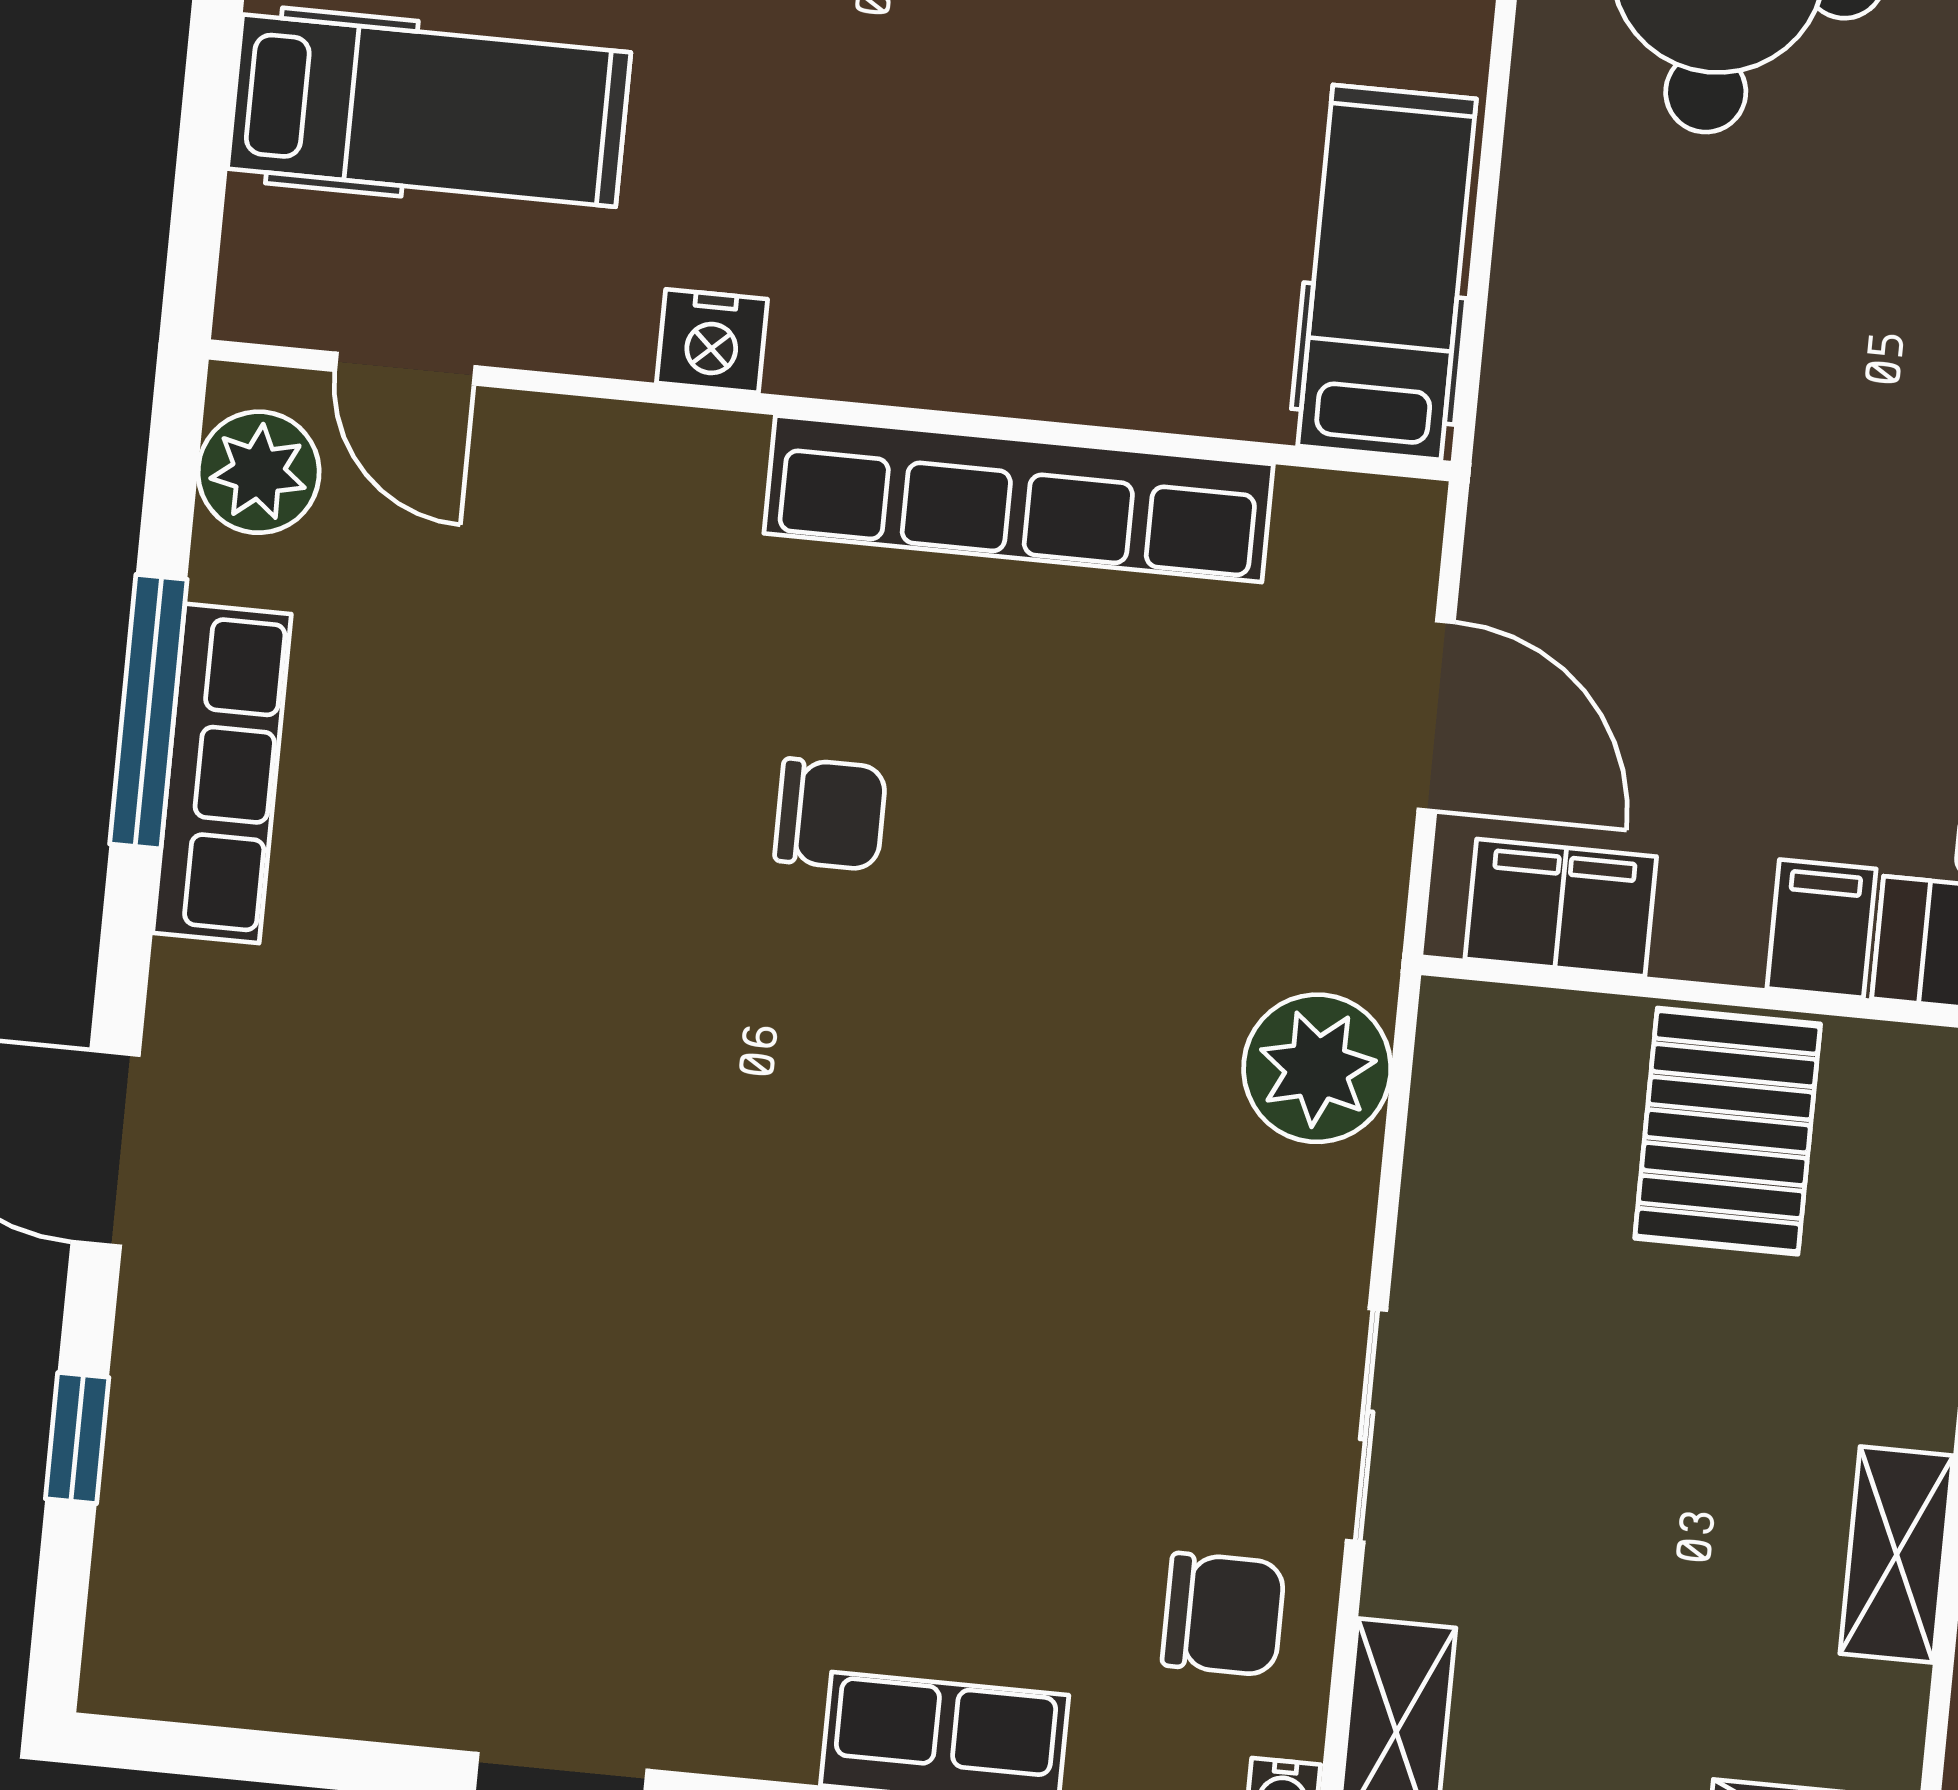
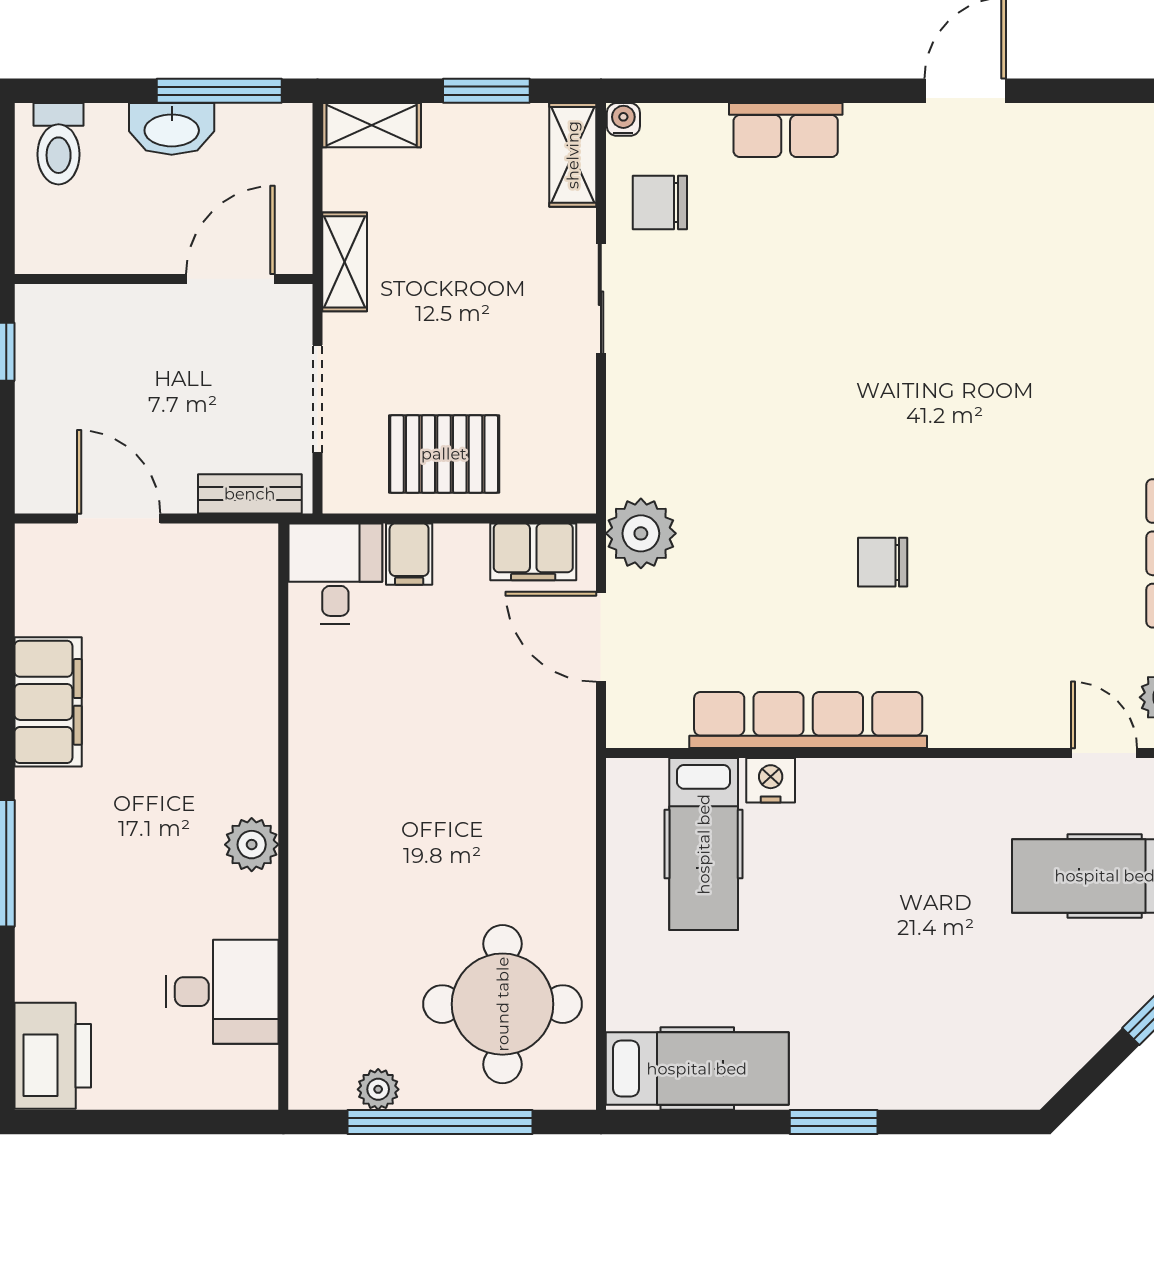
hospital bed: (1387, 272) -> (704, 844), moved
nightstand: (712, 341) -> (771, 780), moved
plant: (1317, 1068) -> (641, 533), moved
pallet: (1728, 1131) -> (444, 454), turned 90

